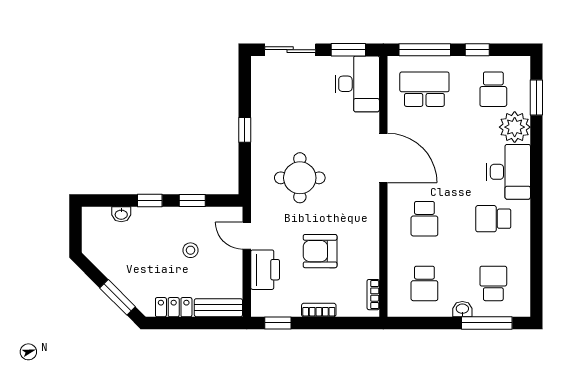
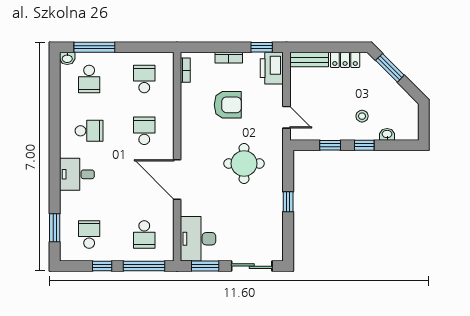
school desk: (424, 89) -> (144, 234), width x0.54
plant: (515, 127) -> (72, 204), removed
desk: (509, 172) -> (77, 174), width x0.73
stool: (191, 250) -> (362, 116), moved
printer: (265, 270) -> (272, 68), moved
washbasin: (462, 309) -> (67, 58), moved

